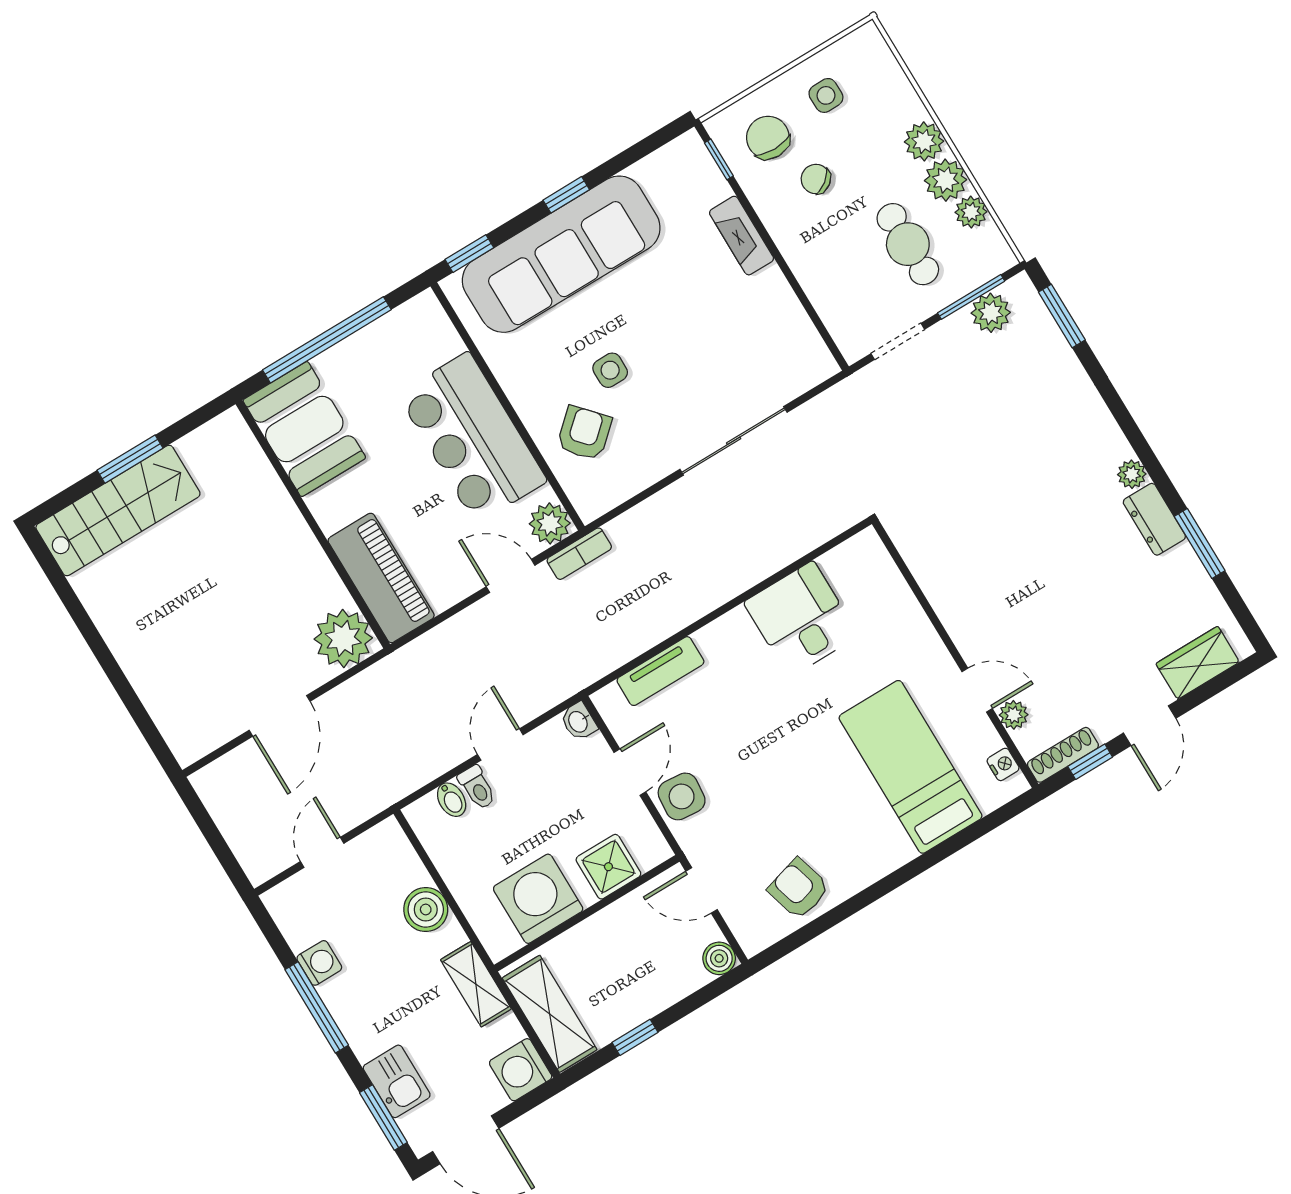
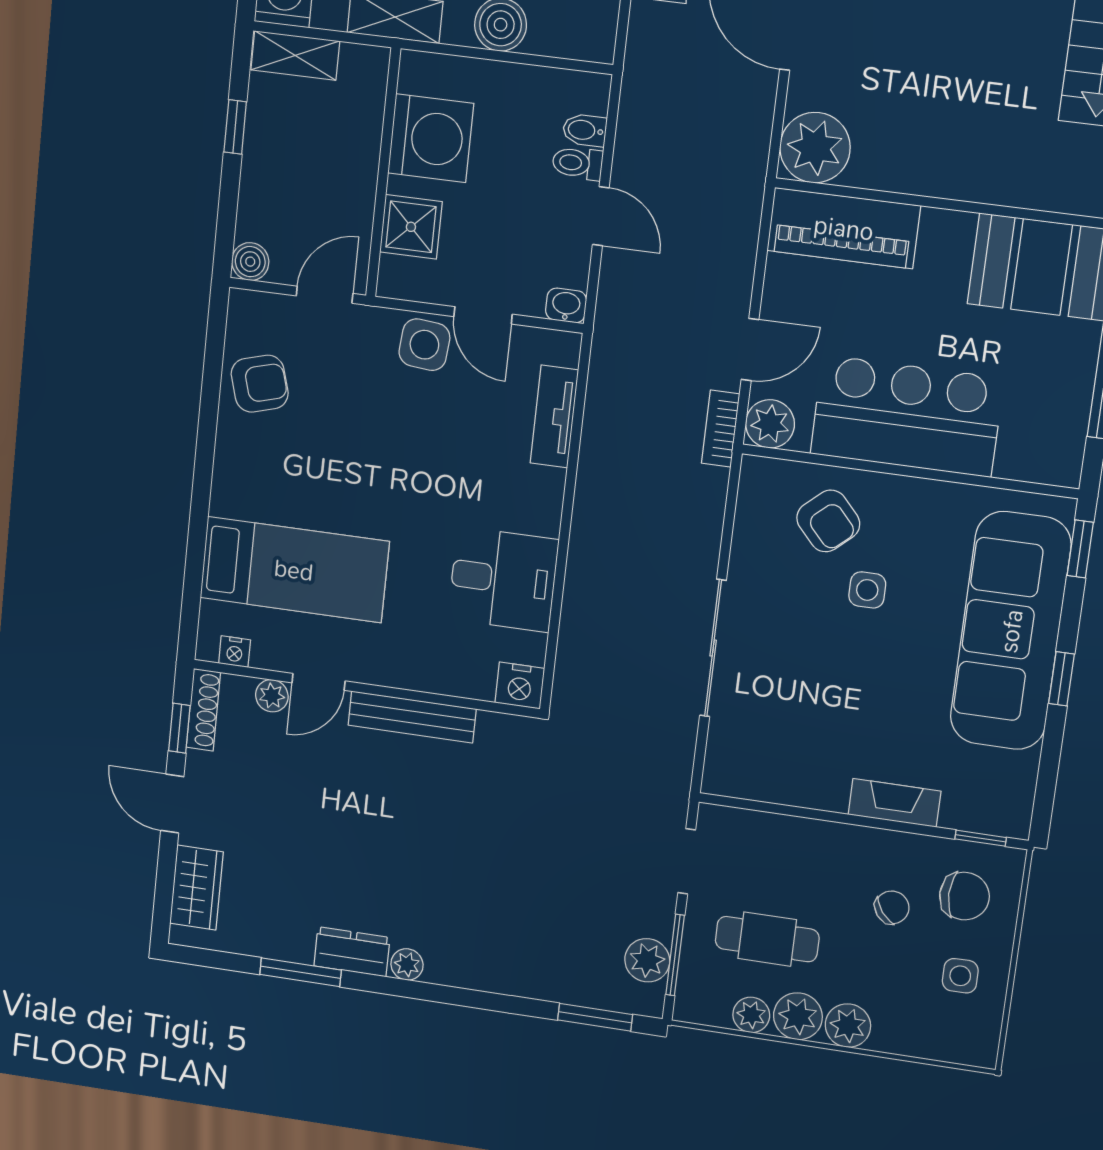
nightstand: (867, 551) -> (520, 686), added
bench: (949, 607) -> (412, 717), added
shelving: (550, 1014) -> (295, 55), width x0.67, depth x0.75

